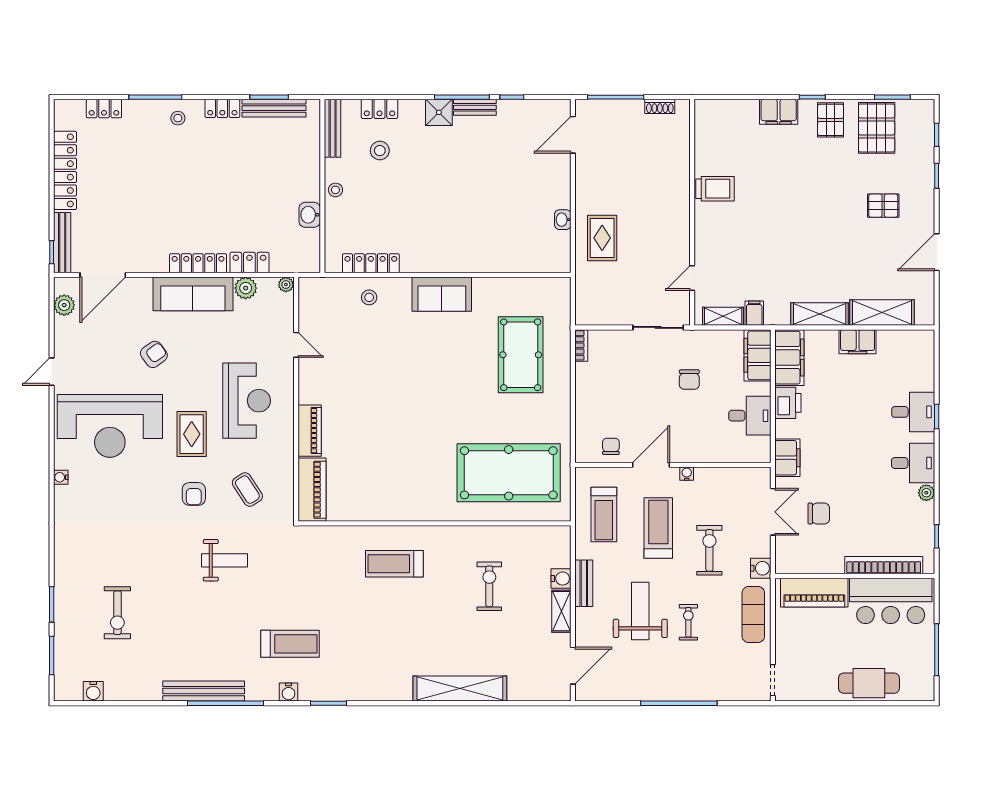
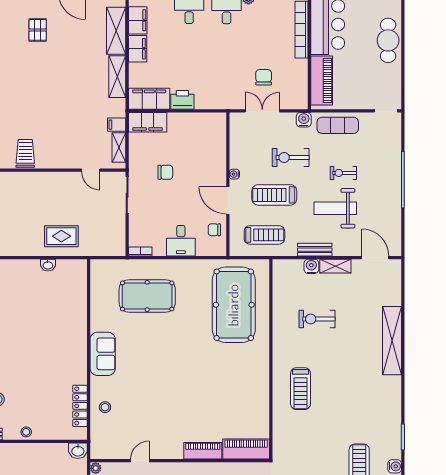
washbasin: (310, 215) -> (78, 451), moved
desk: (750, 416) -> (181, 241), moved, turned 180
filing cabinet: (787, 458) -> (138, 20), moved, turned 90

